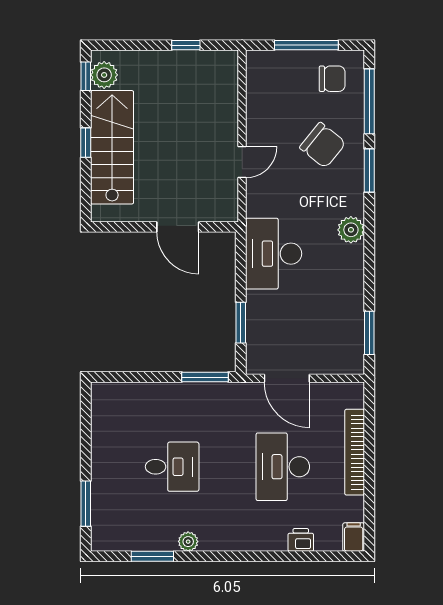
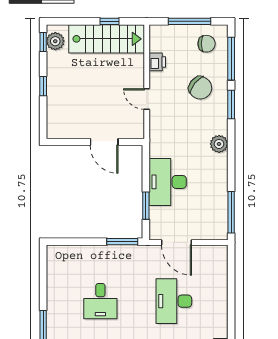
printer: (258, 106) -> (157, 62), added
stairs: (112, 147) -> (107, 39), moved, turned 90
door: (242, 162) -> (147, 99), swing flipped
desk: (274, 254) -> (168, 182), moved
window: (369, 333) -> (231, 212), width x1.44
bookcase: (355, 452) -> (221, 291), removed
desk: (172, 467) -> (100, 301), turned 90

